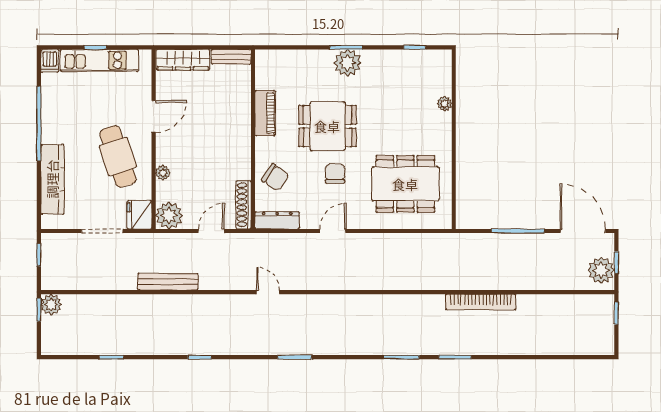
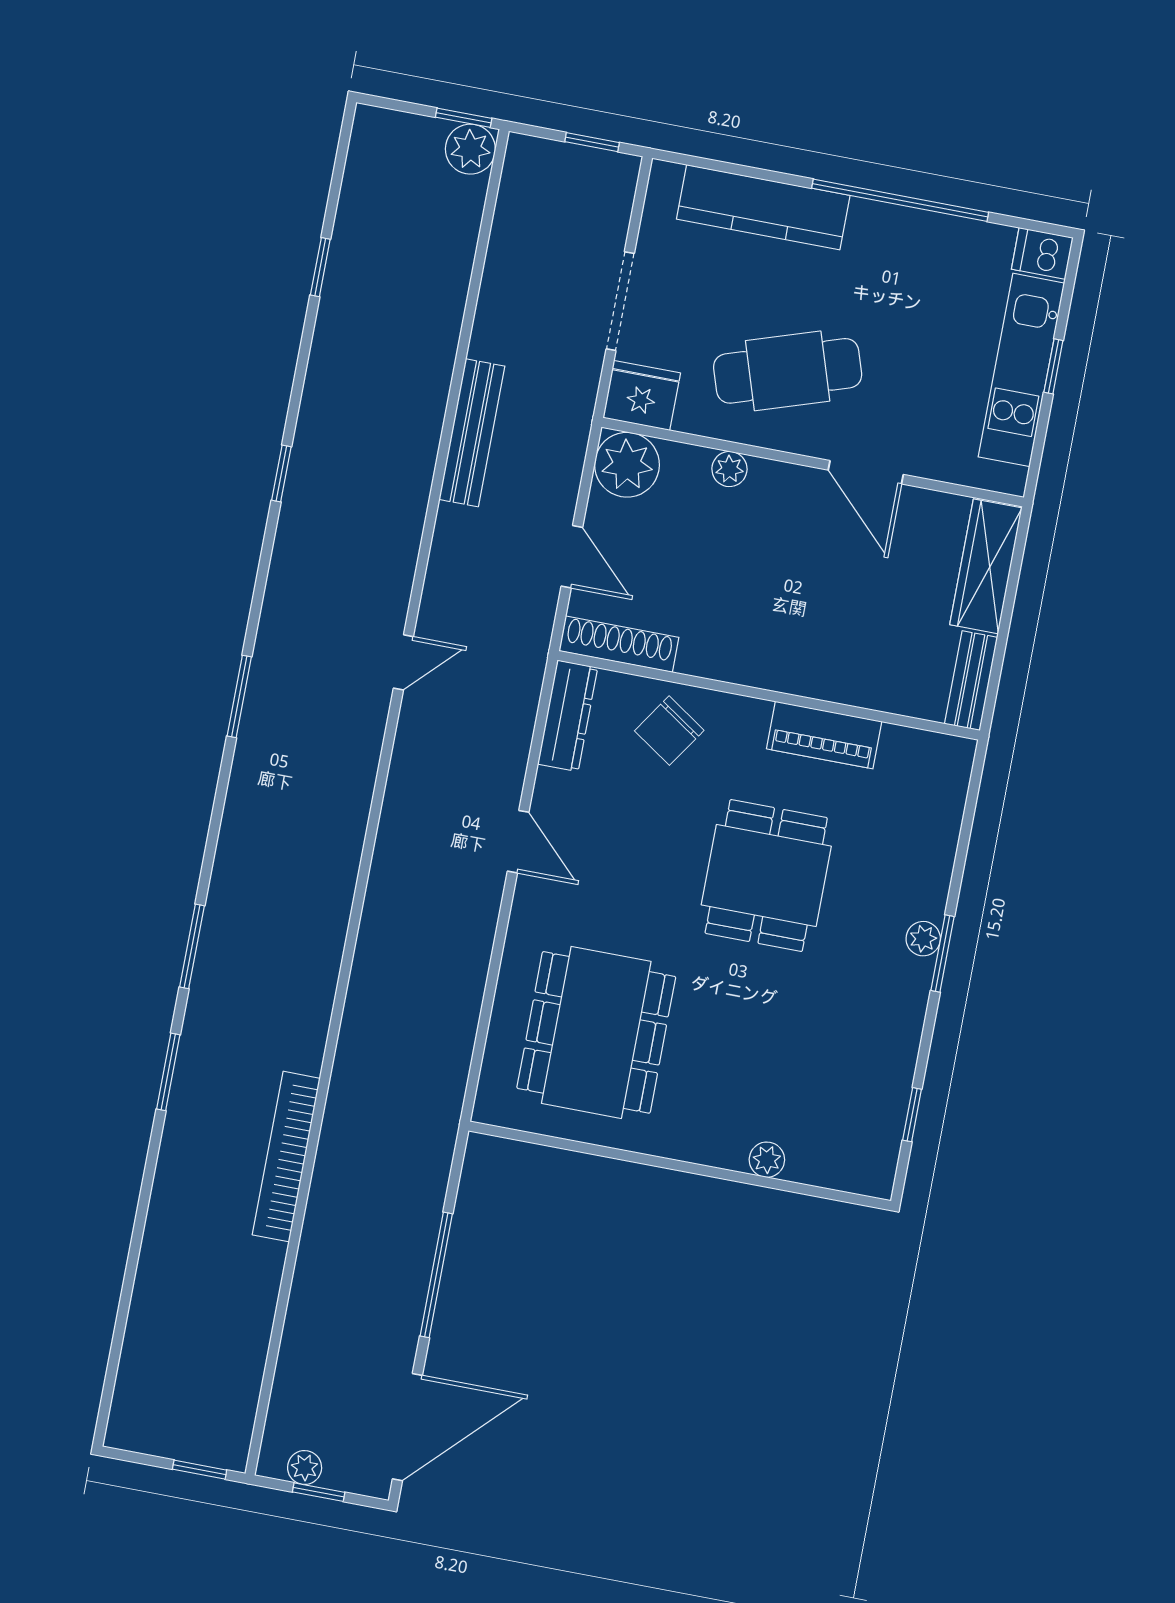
plant: (348, 63) -> (923, 939), width x0.53, depth x0.53
chair: (335, 174) -> (651, 872), removed
plant: (601, 270) -> (305, 1467), width x0.53, depth x0.53

